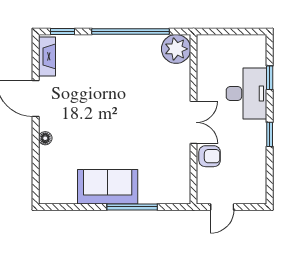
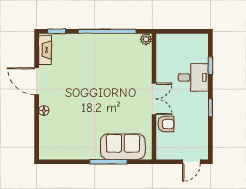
plant: (176, 49) -> (146, 39), width x0.53, depth x0.53
desk: (246, 94) -> (193, 77), width x0.73
sofa: (108, 187) -> (123, 147), moved
door: (222, 207) -> (191, 162), moved

